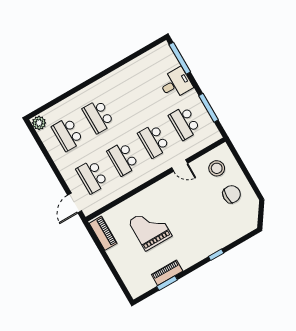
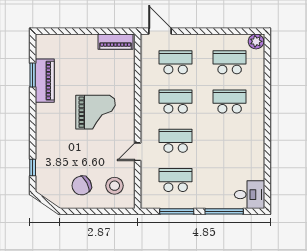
window: (180, 58) -> (224, 211), moved
desk: (176, 84) -> (250, 195), moved, turned -90
chair: (232, 194) -> (82, 185), turned 62
grand piano: (150, 229) -> (96, 112), moved
window: (216, 255) -> (33, 167), moved
piano: (167, 273) -> (45, 81), width x1.37, depth x1.33

